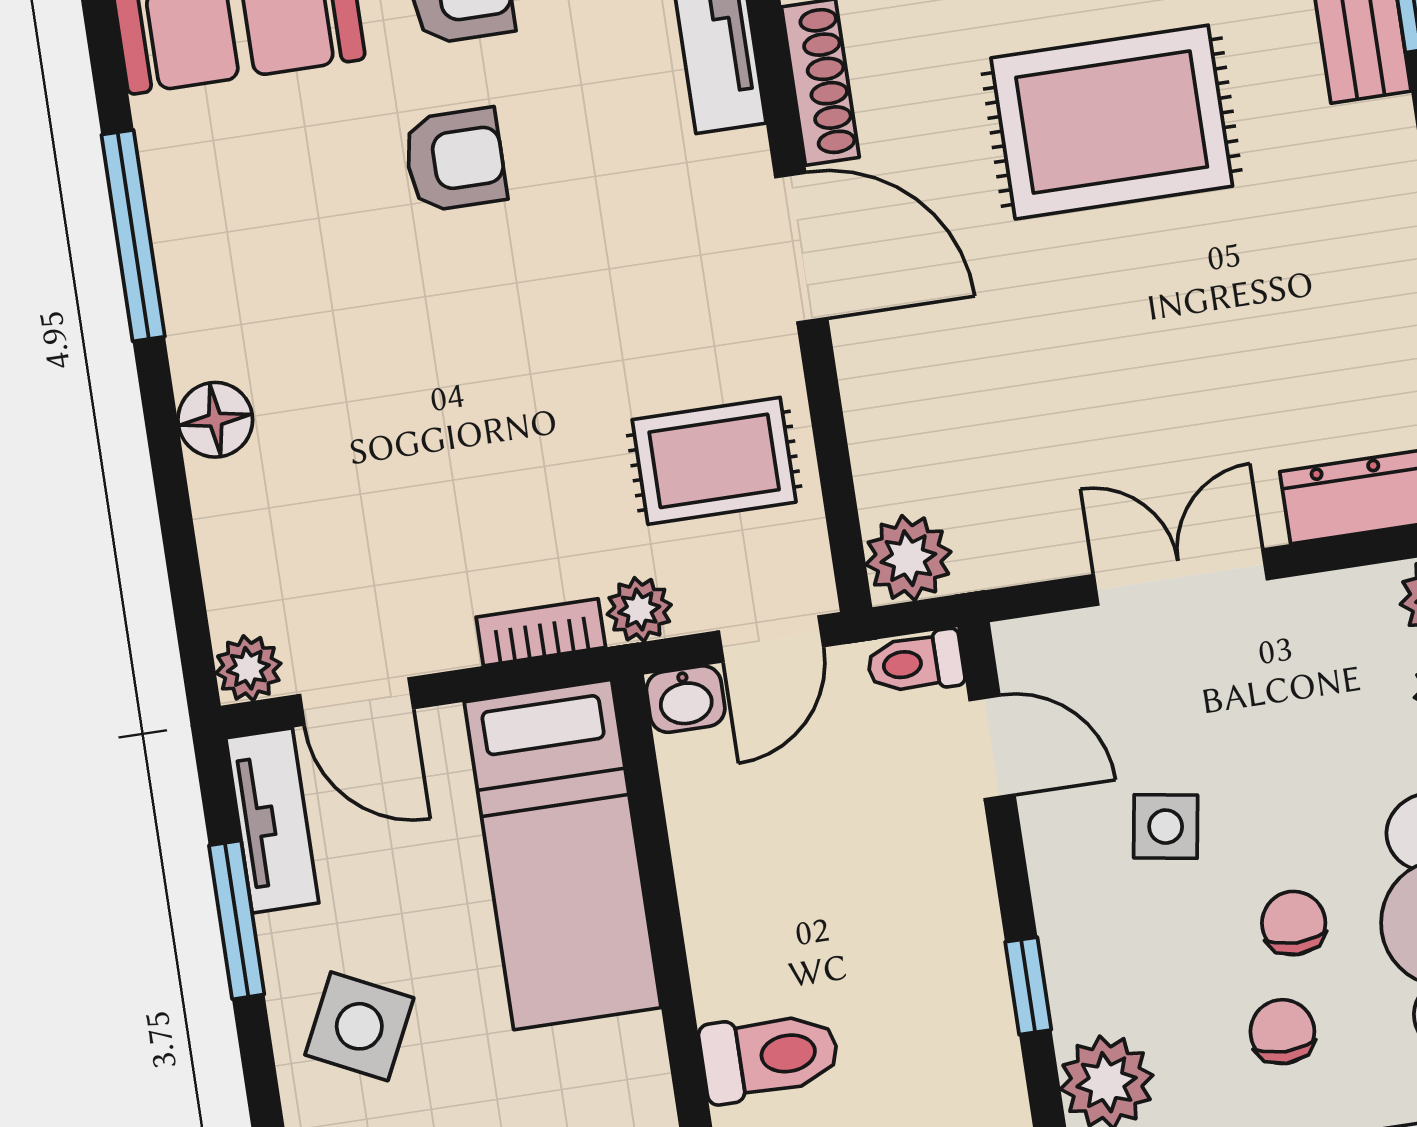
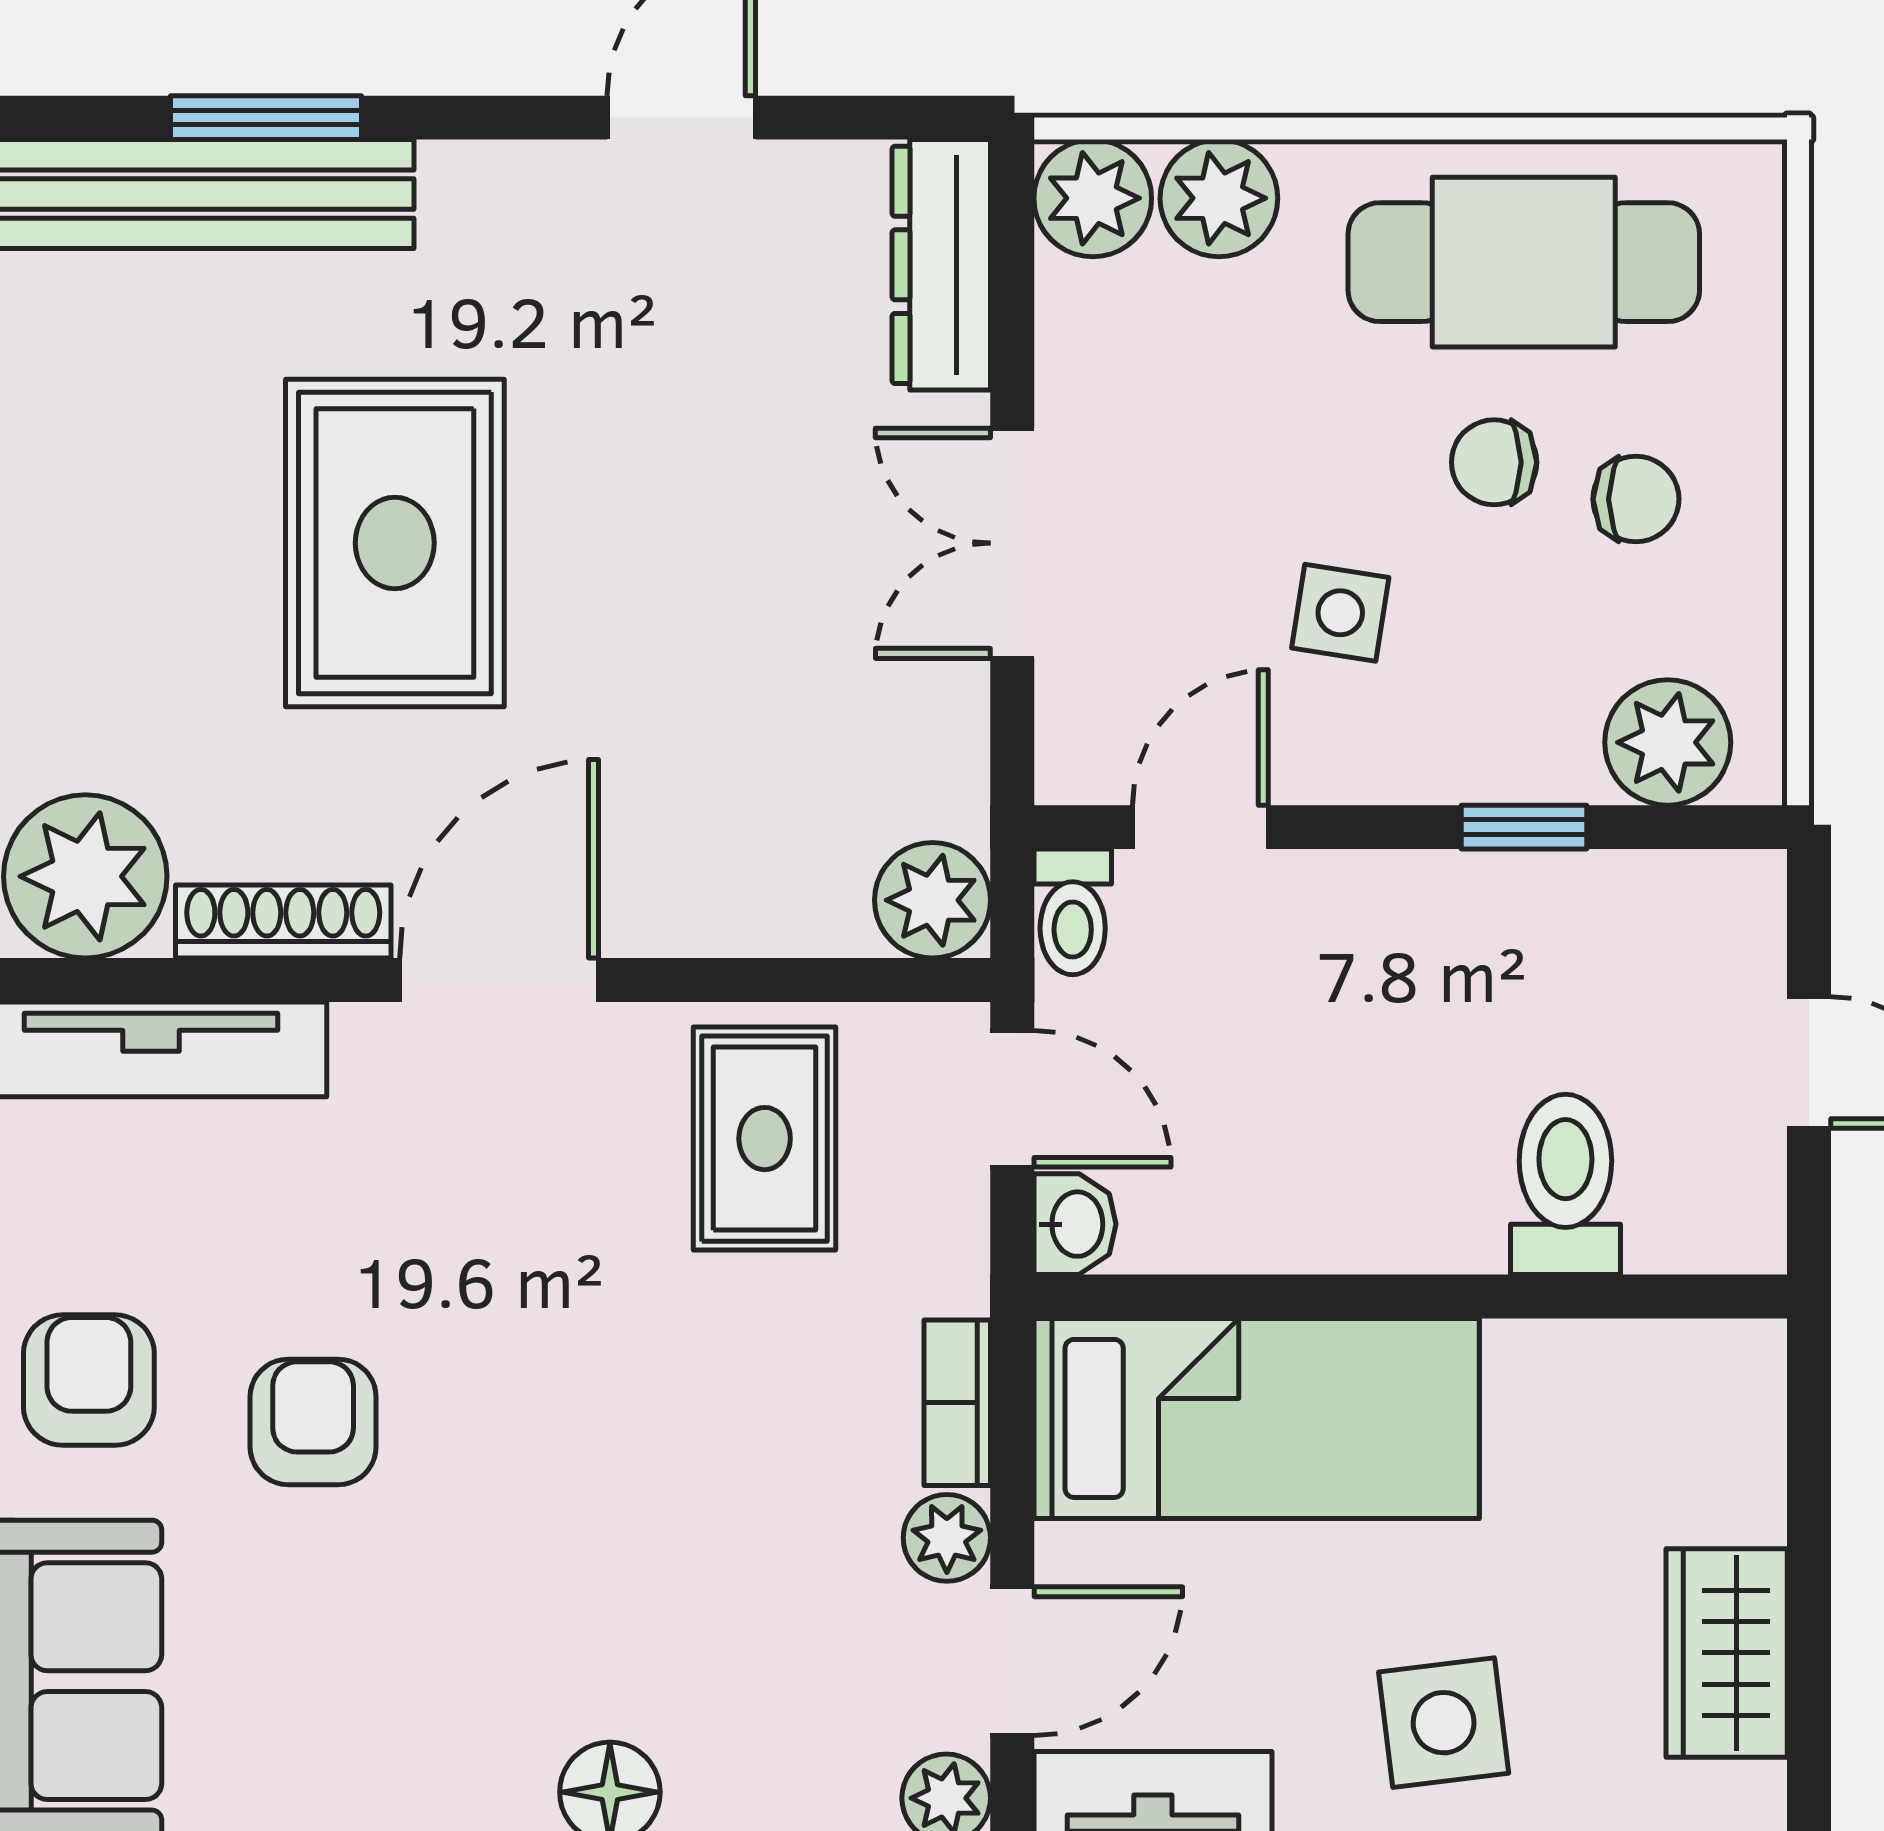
plant: (639, 610) -> (947, 1538), moved
side table: (359, 1026) -> (1444, 1723), turned -33
chair: (1282, 1032) -> (1636, 499), turned 180

